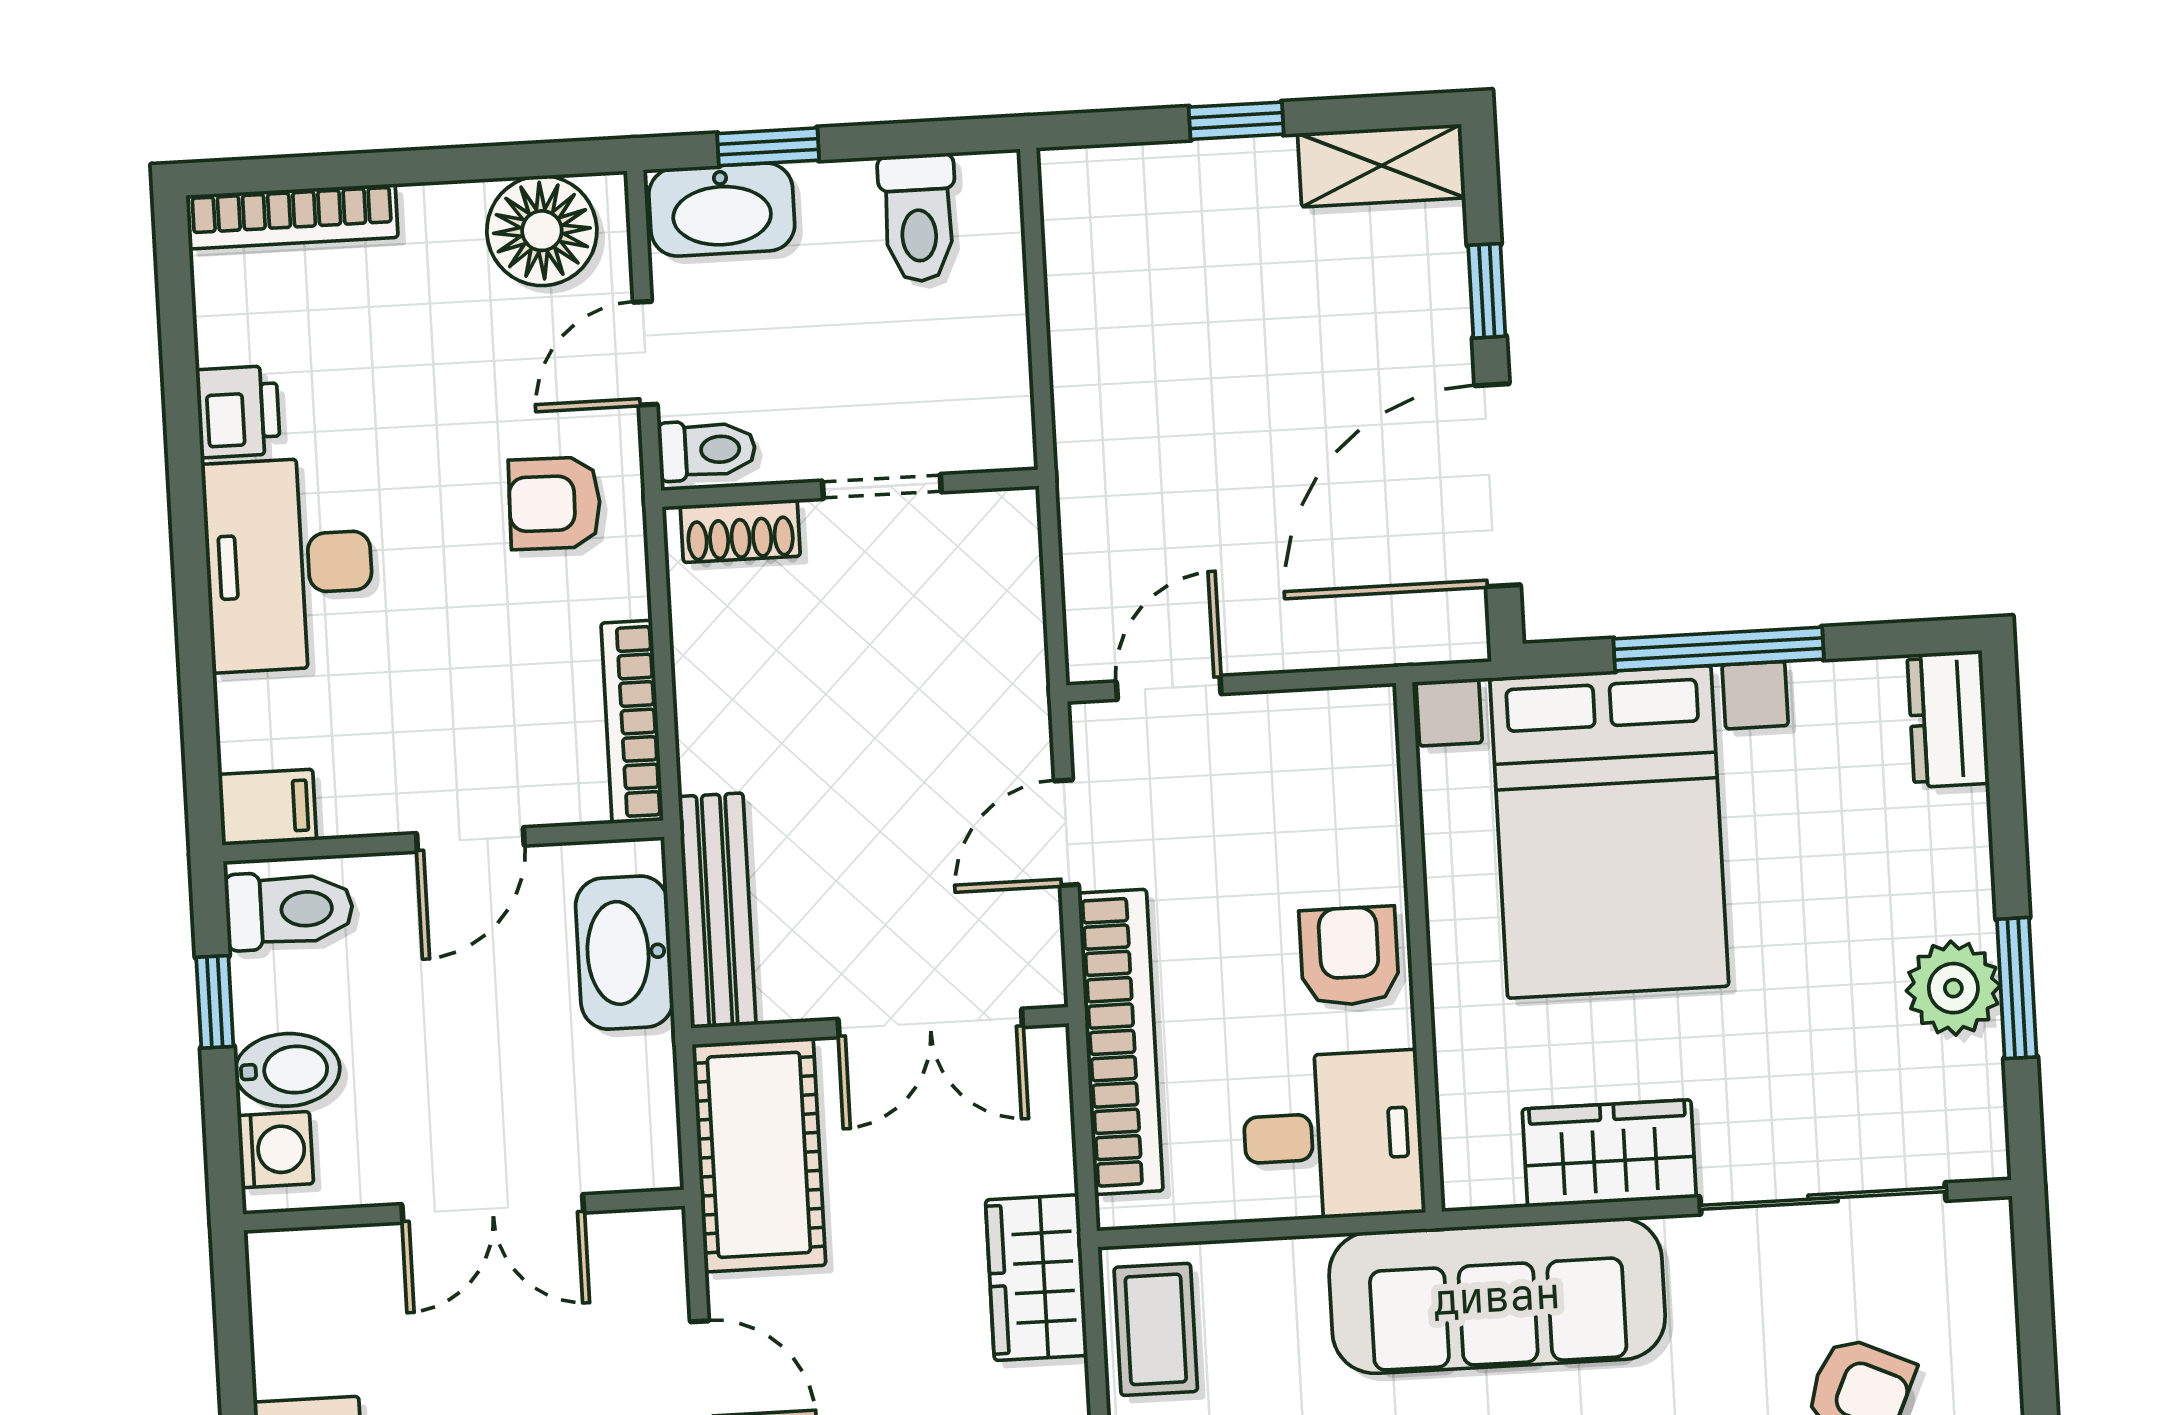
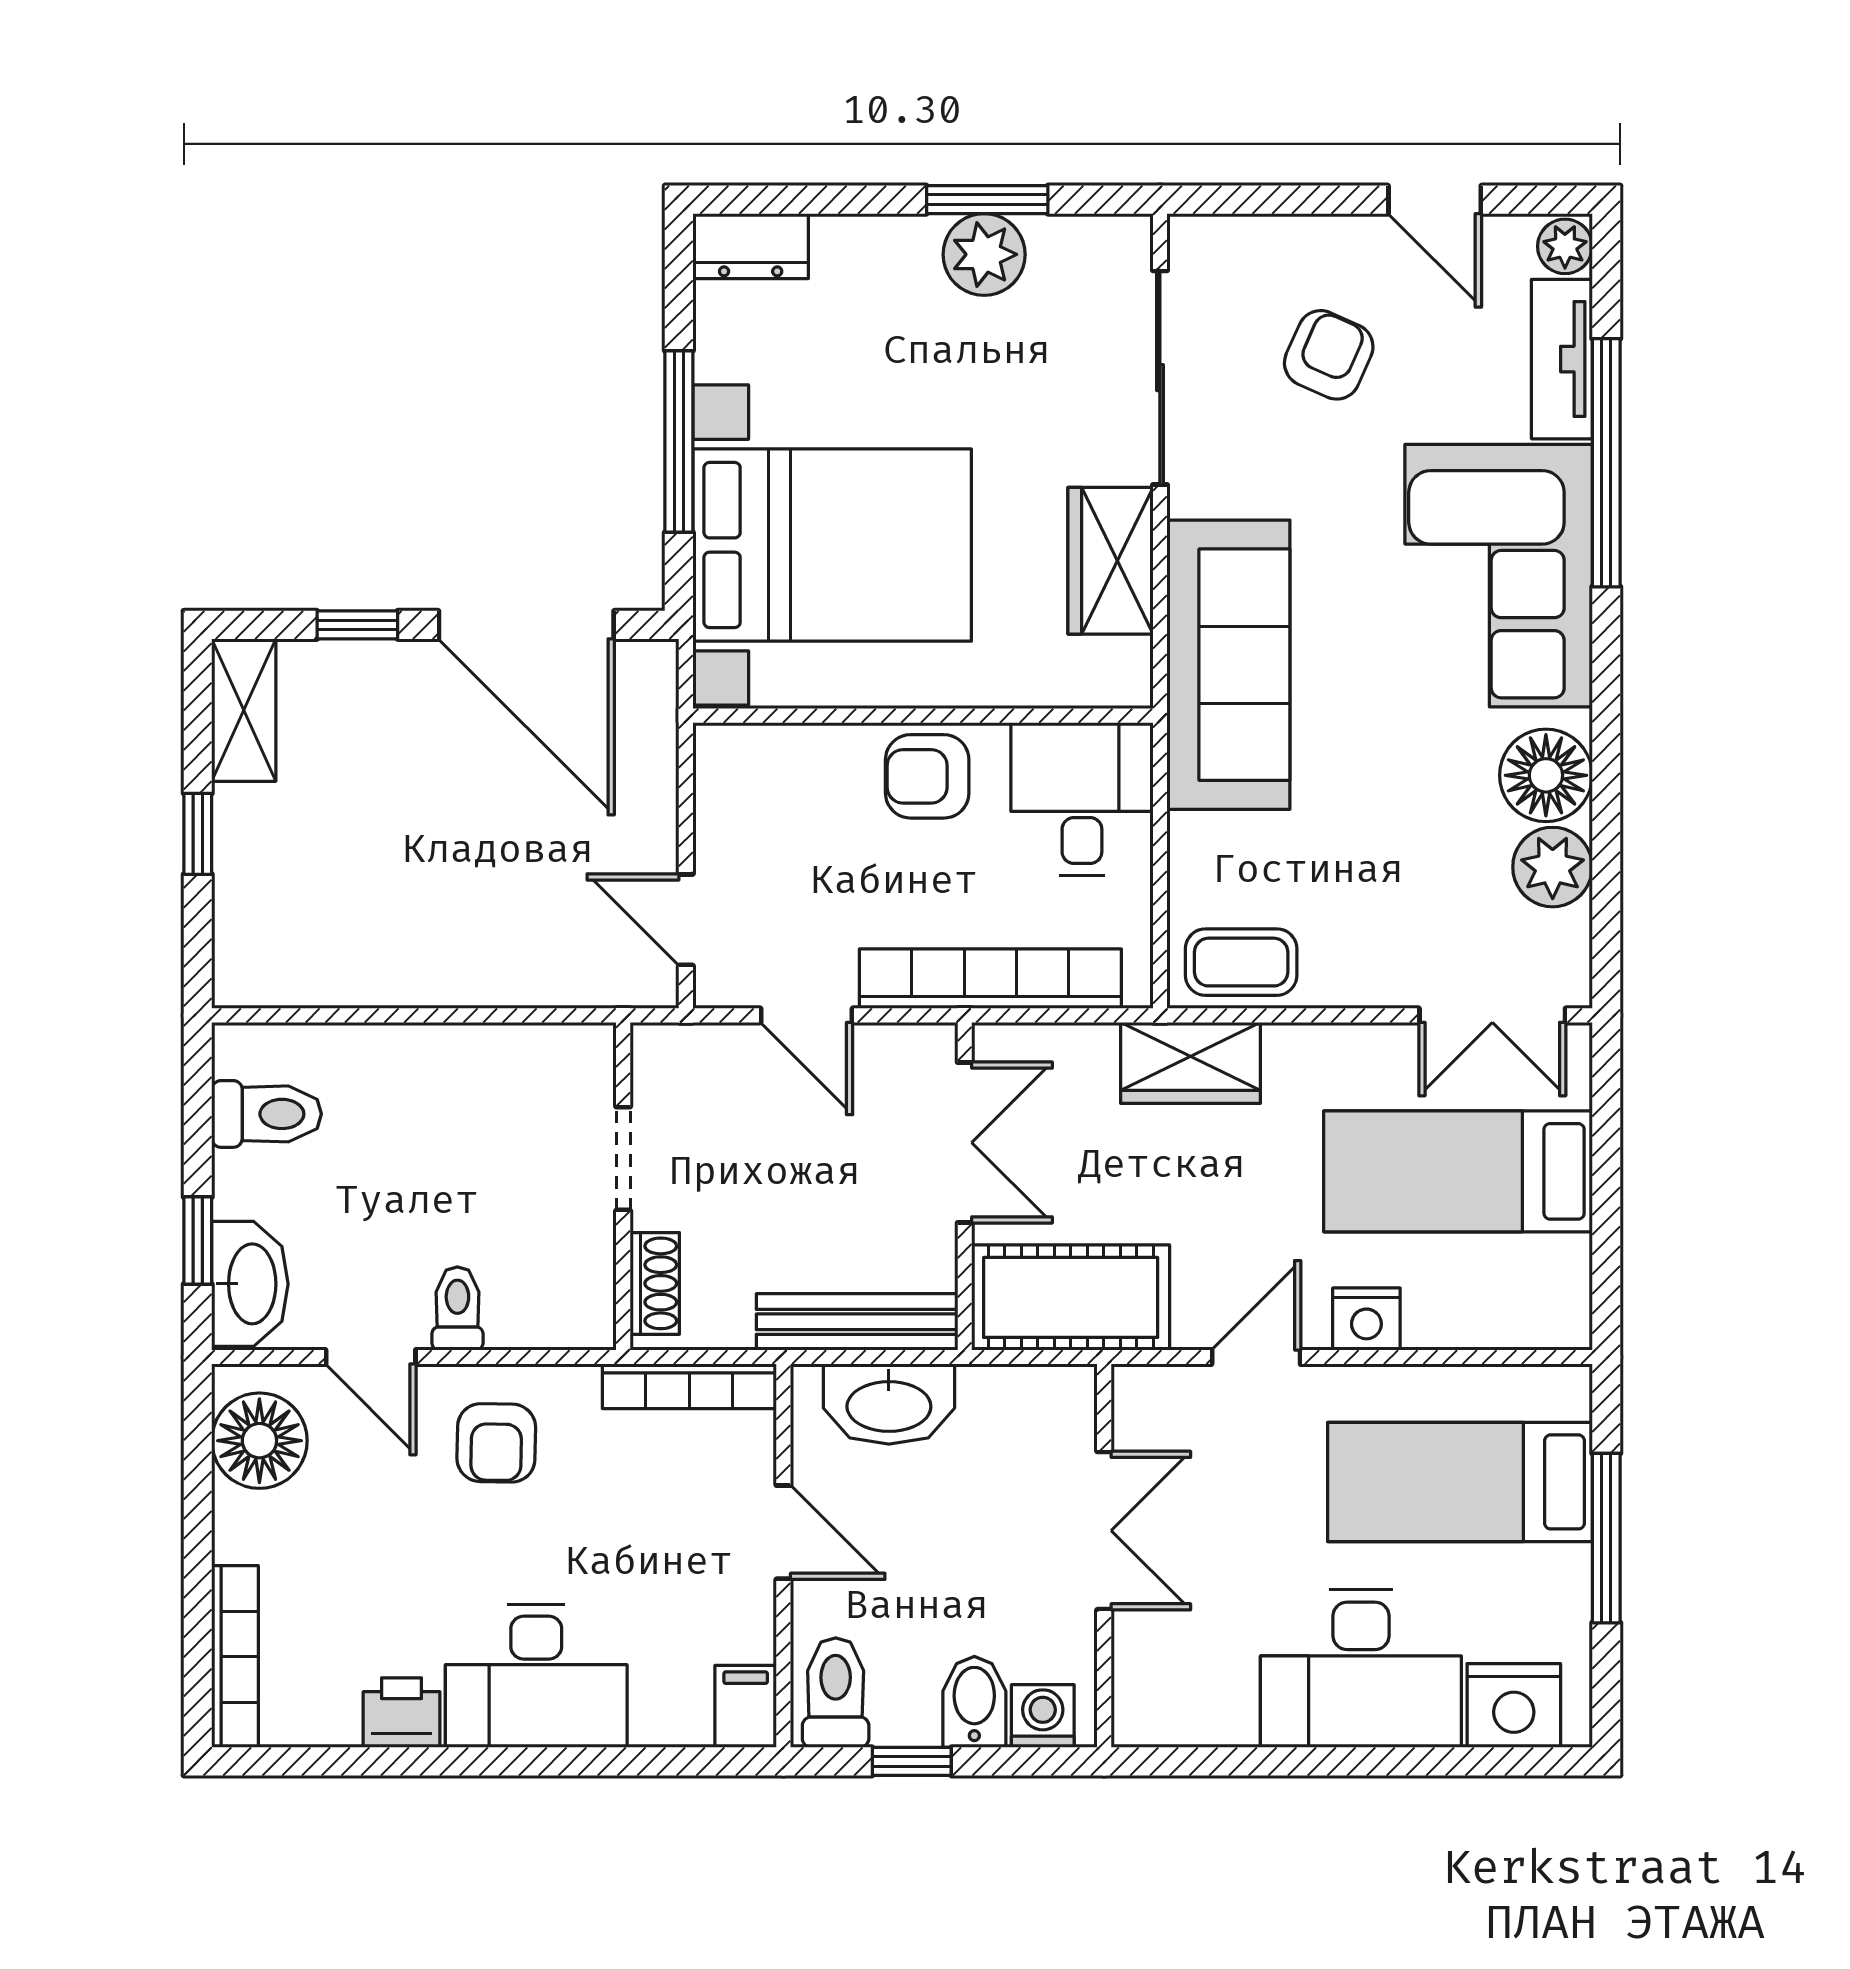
doorway: (882, 487) -> (623, 1159), moved
wall: (850, 488) -> (623, 1186), moved
shoe rack: (740, 531) -> (655, 1283), moved

